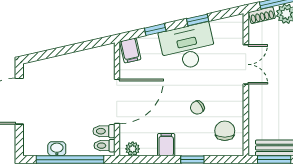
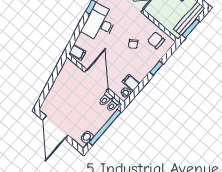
window: (155, 30) -> (78, 32), removed
filing cabinet: (166, 145) -> (131, 83), moved
washbasin: (57, 149) -> (87, 137), moved

